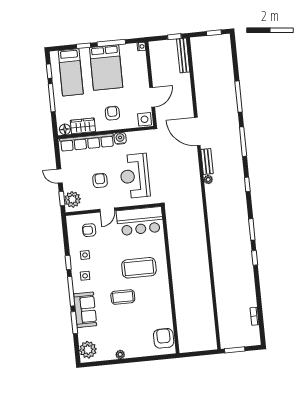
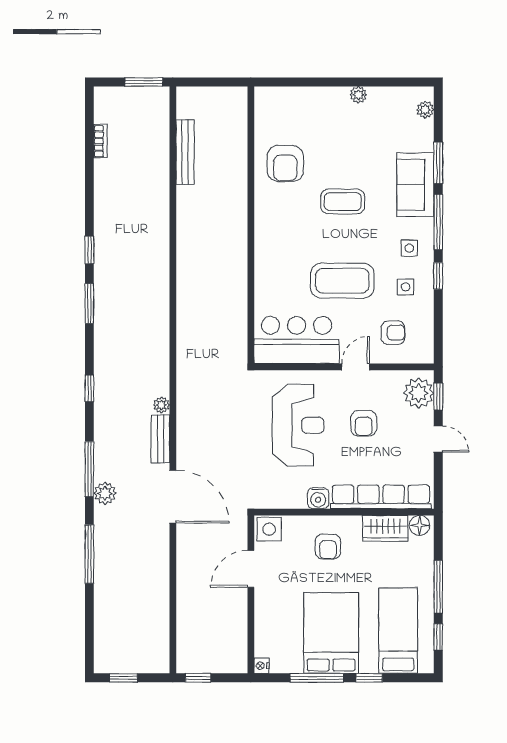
bench: (183, 55) -> (185, 152), moved
plant: (233, 130) -> (105, 493), added
coffee table: (139, 268) -> (342, 281), moved
armchair: (164, 338) -> (285, 164), moved
plant: (88, 350) -> (425, 110), width x0.53, depth x0.53

